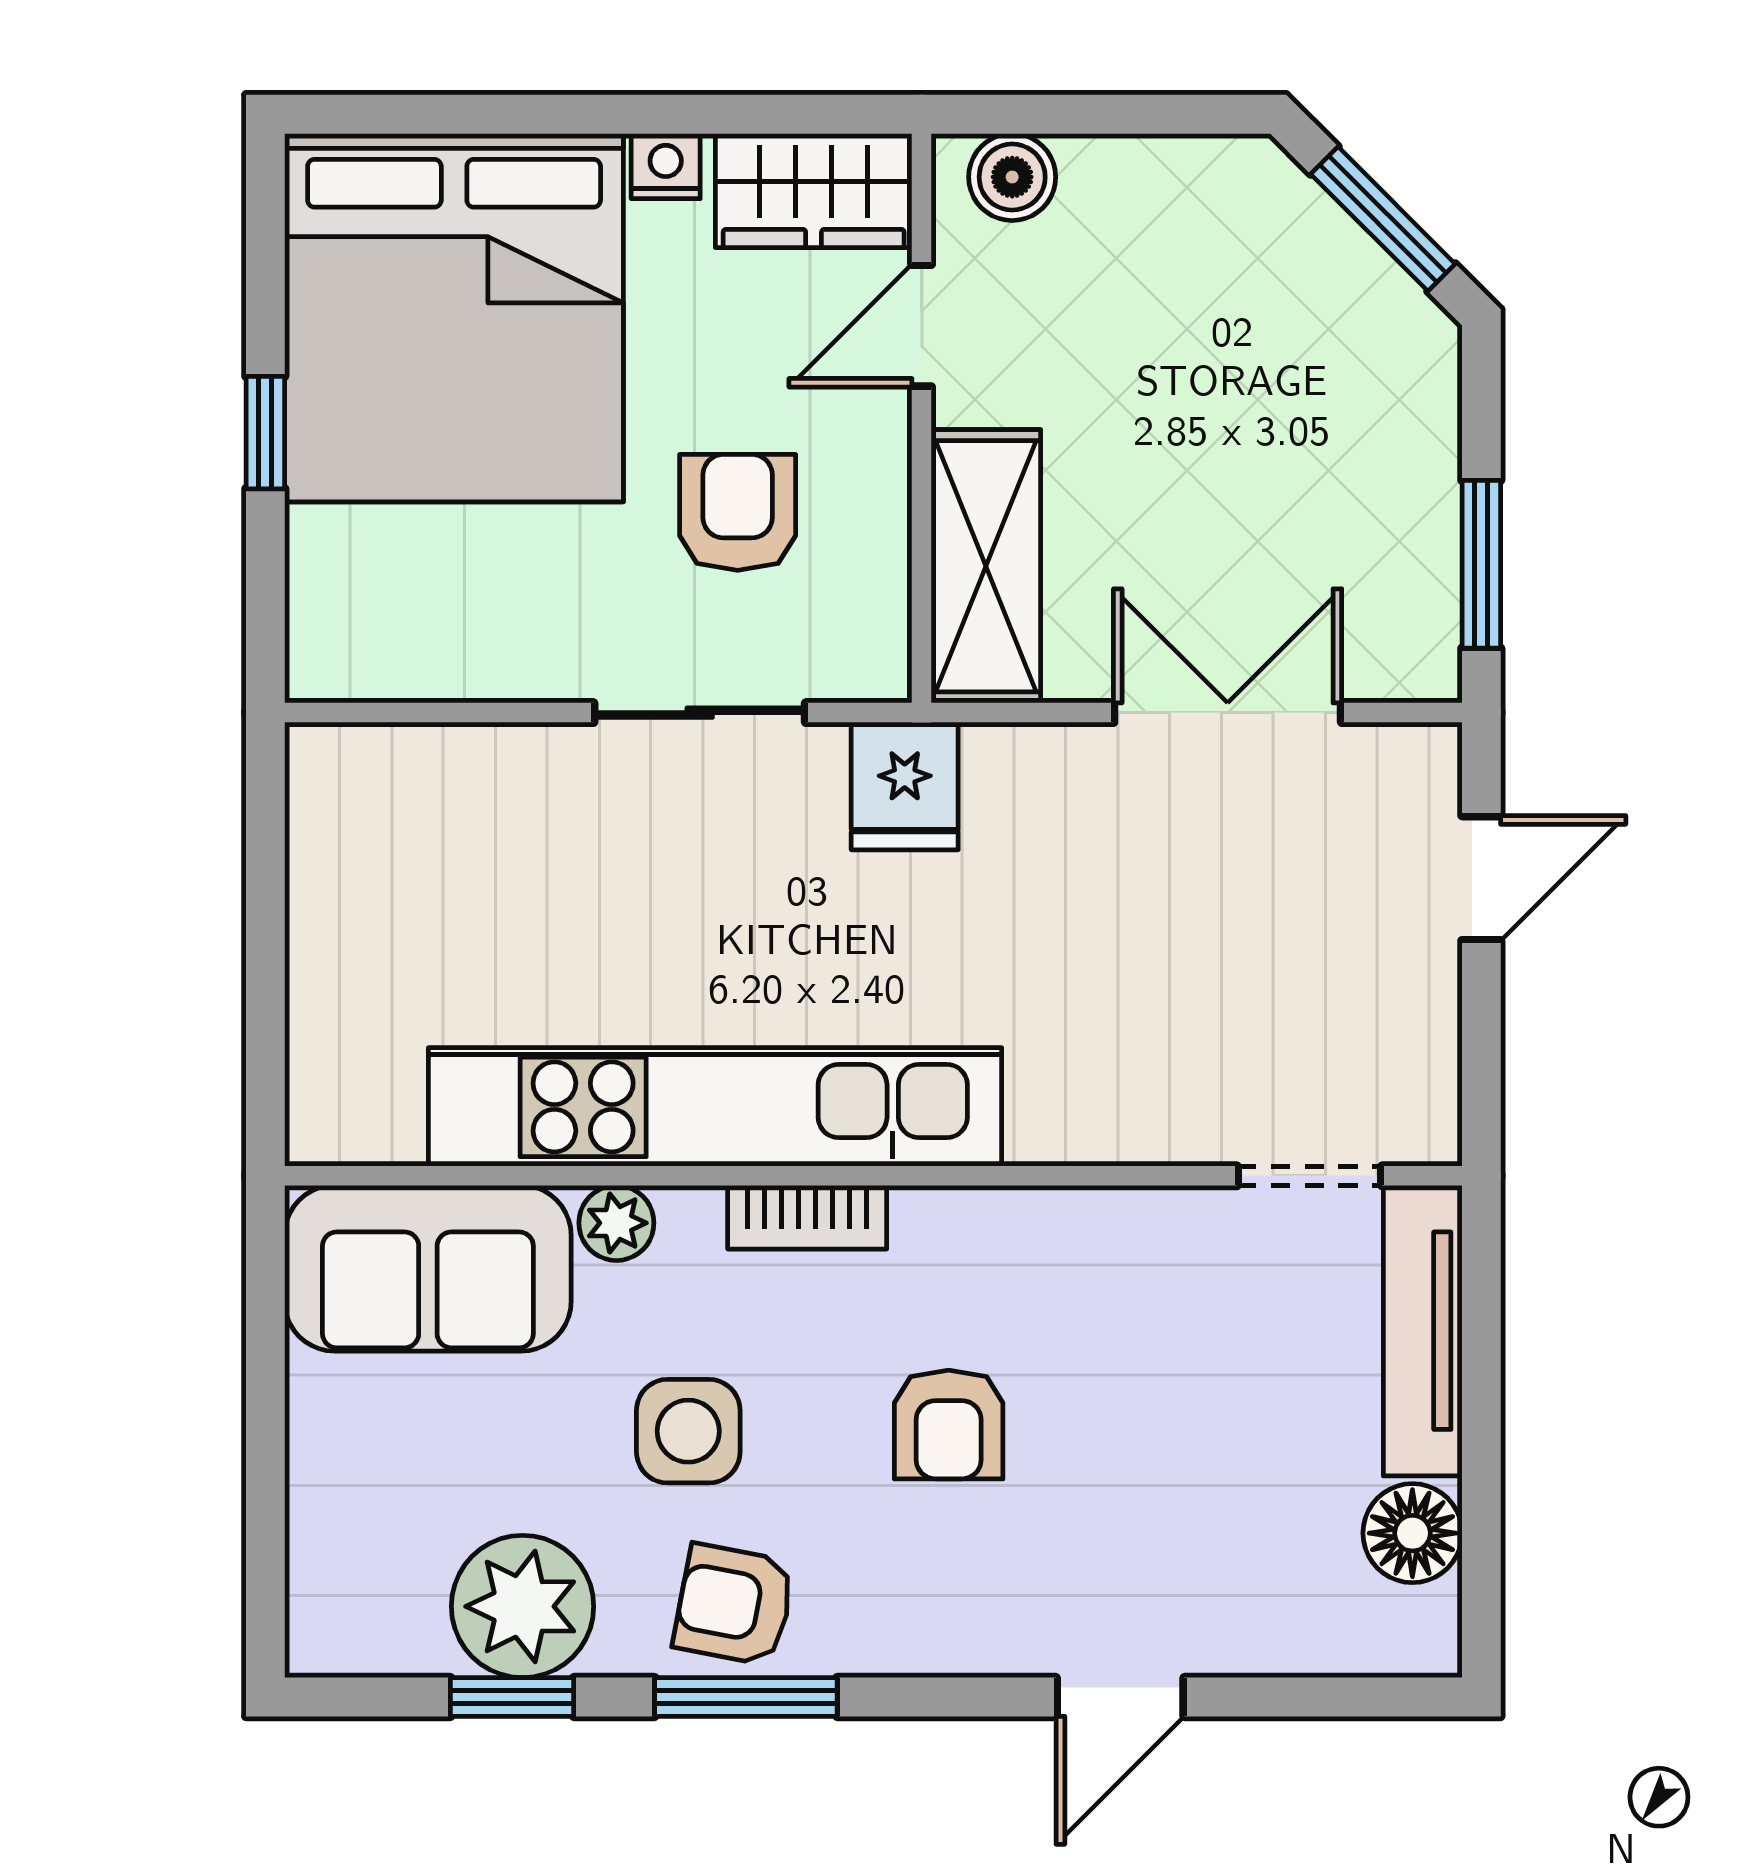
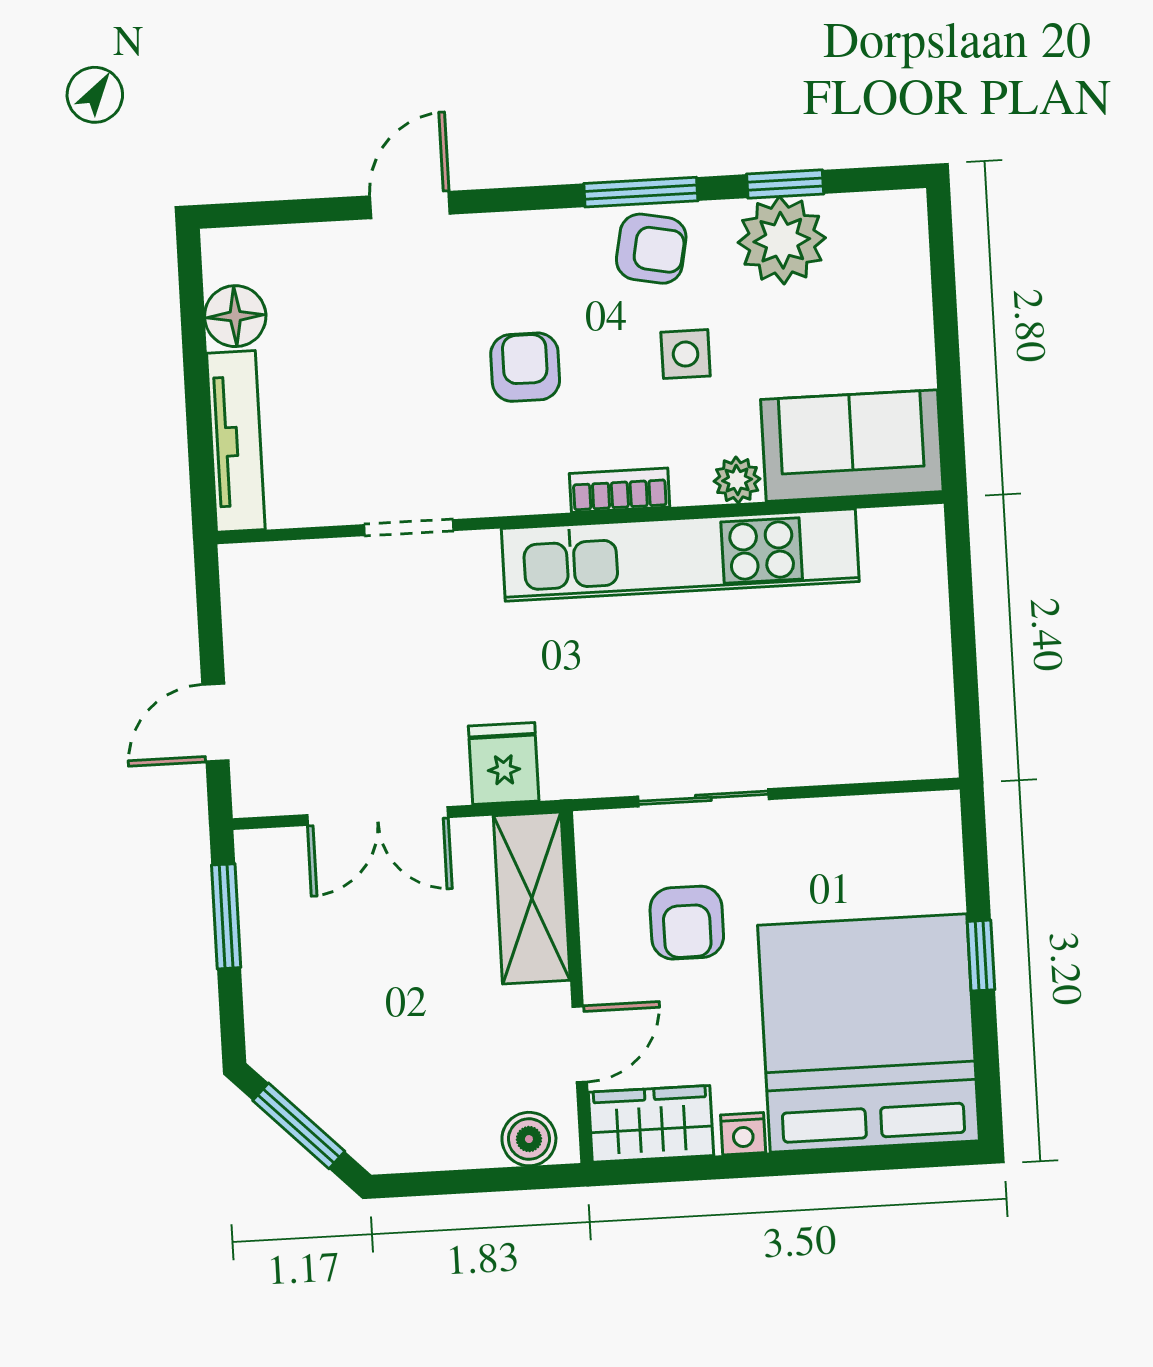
fridge: (905, 786) -> (504, 764), moved
doorway: (1310, 1176) -> (409, 528), moved
side table: (688, 1431) -> (686, 354), width x0.73, depth x0.73

